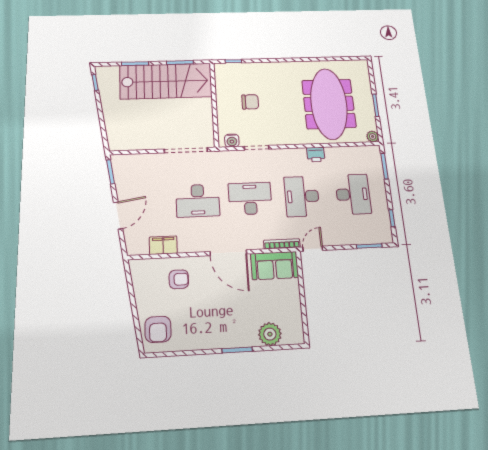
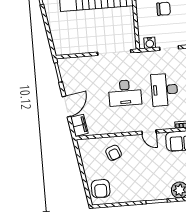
desk: (250, 198) -> (164, 90), turned -90
filing cabinet: (163, 245) -> (79, 125), moved, turned 81
door: (228, 253) -> (149, 132), width x0.53
armchair: (179, 279) -> (114, 153), turned 68

